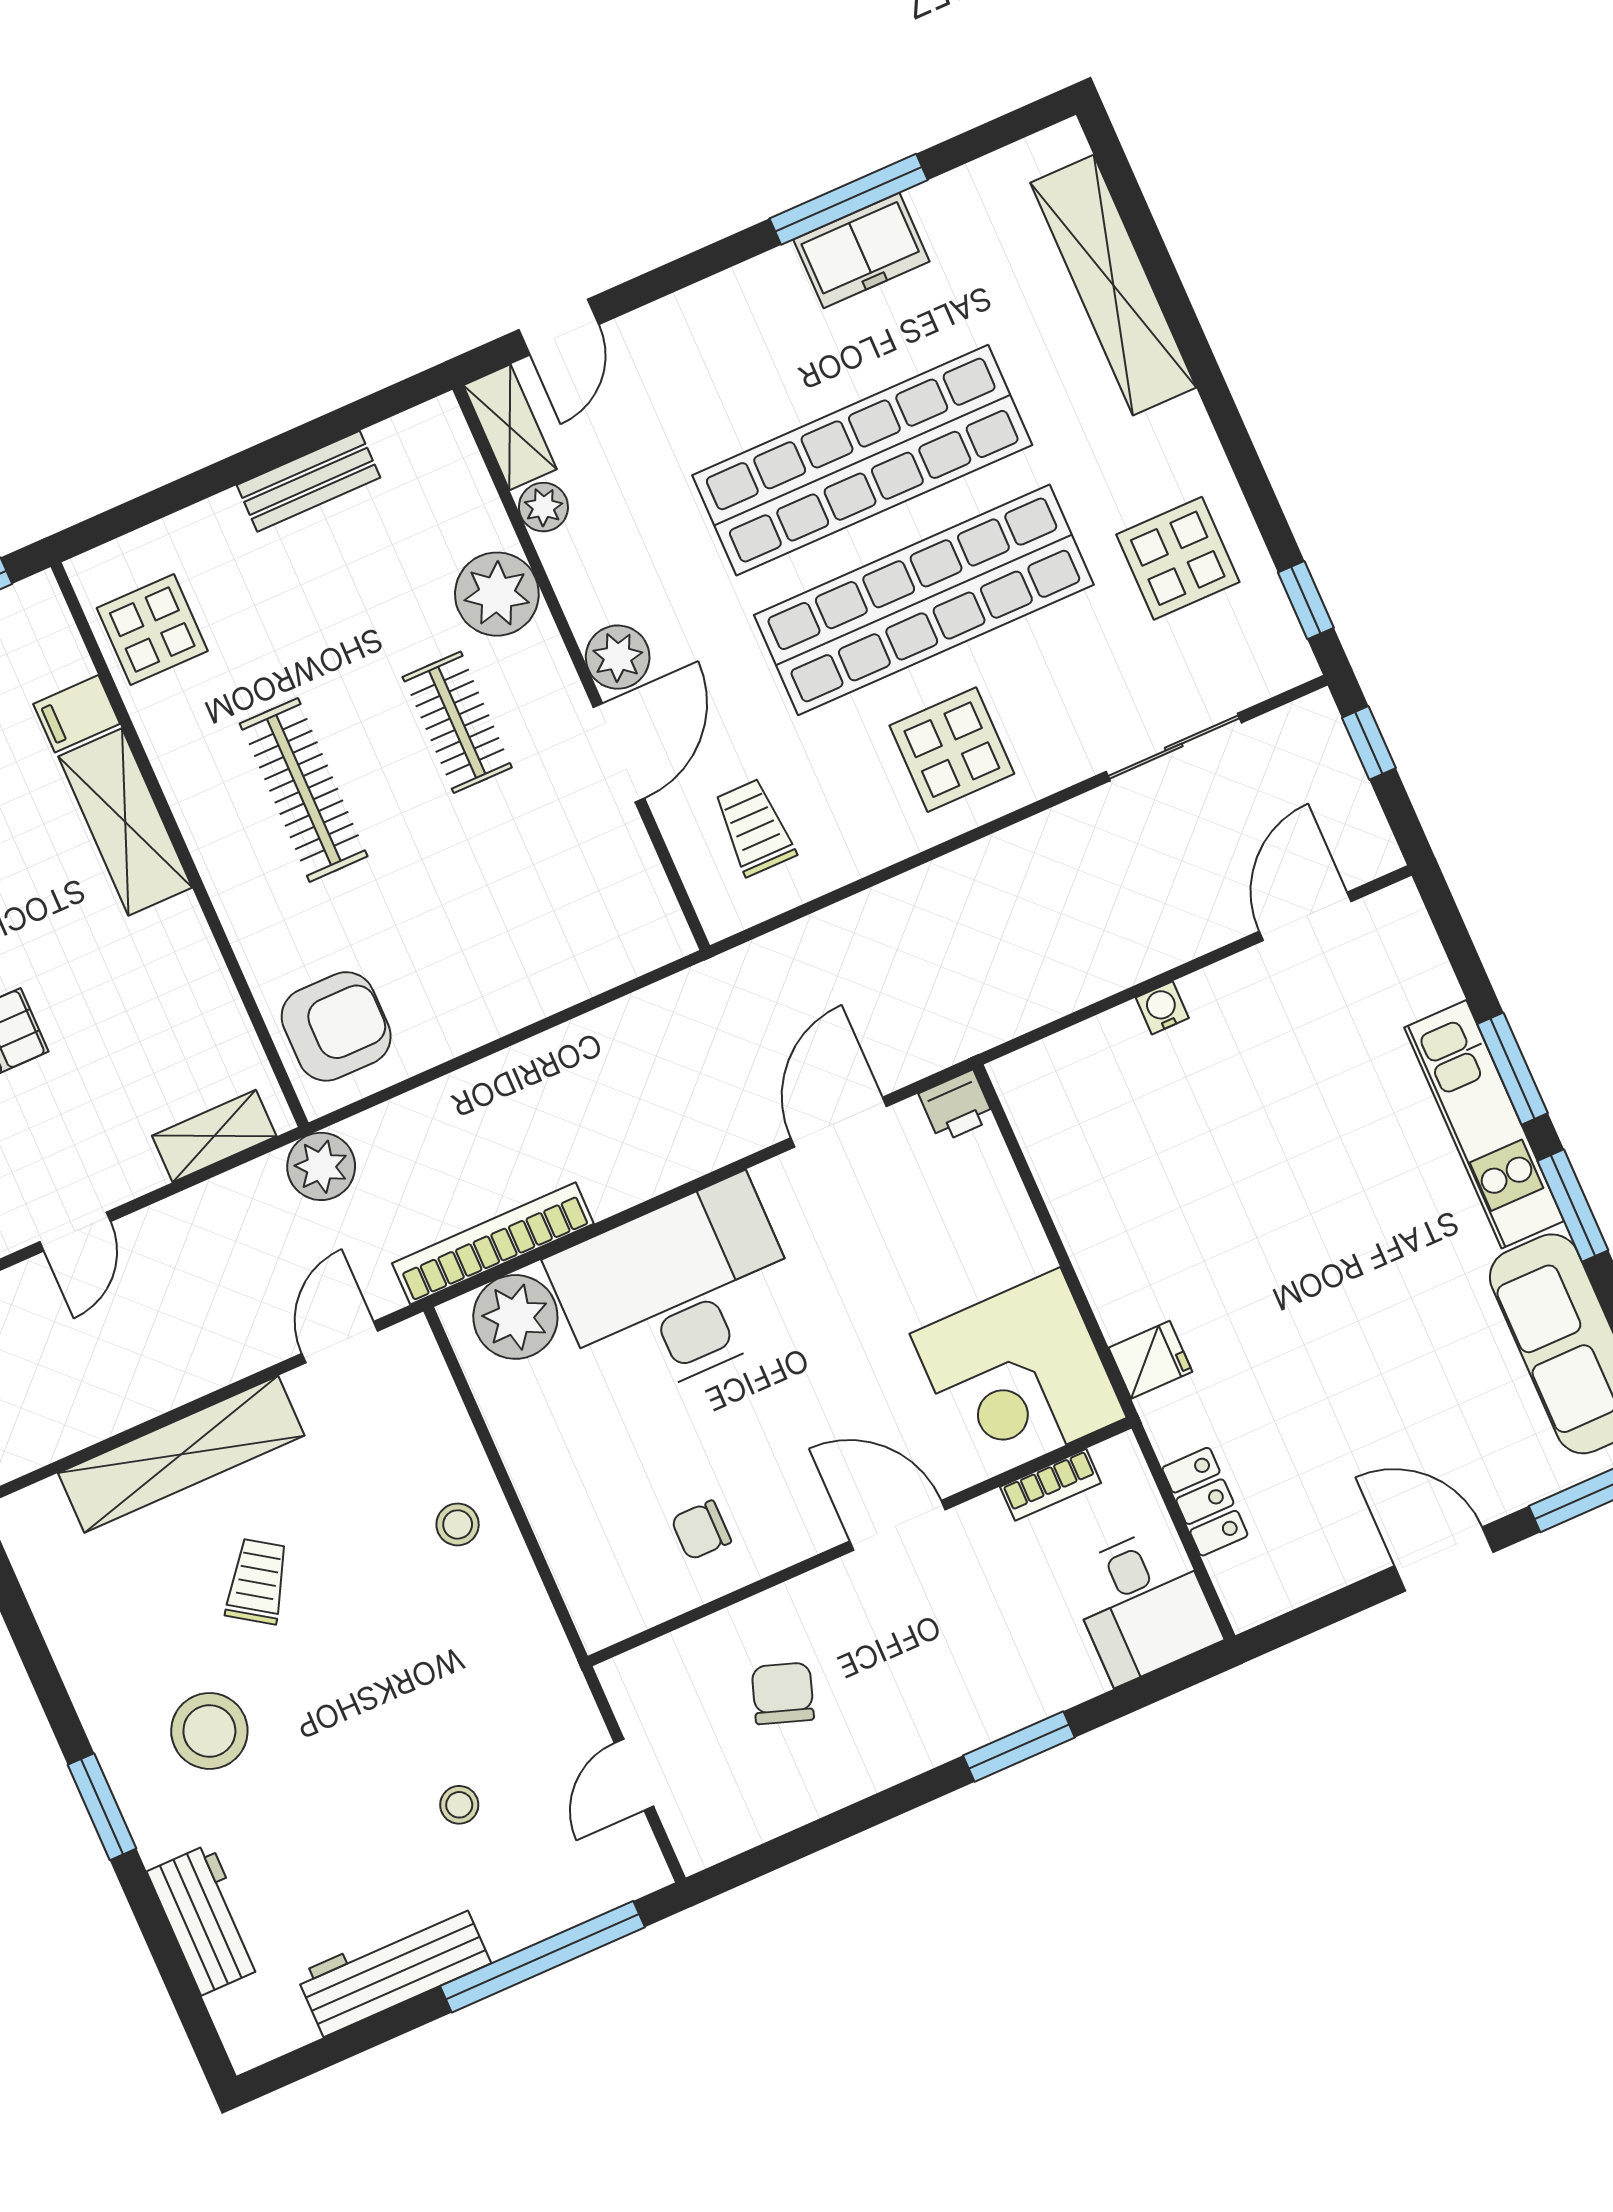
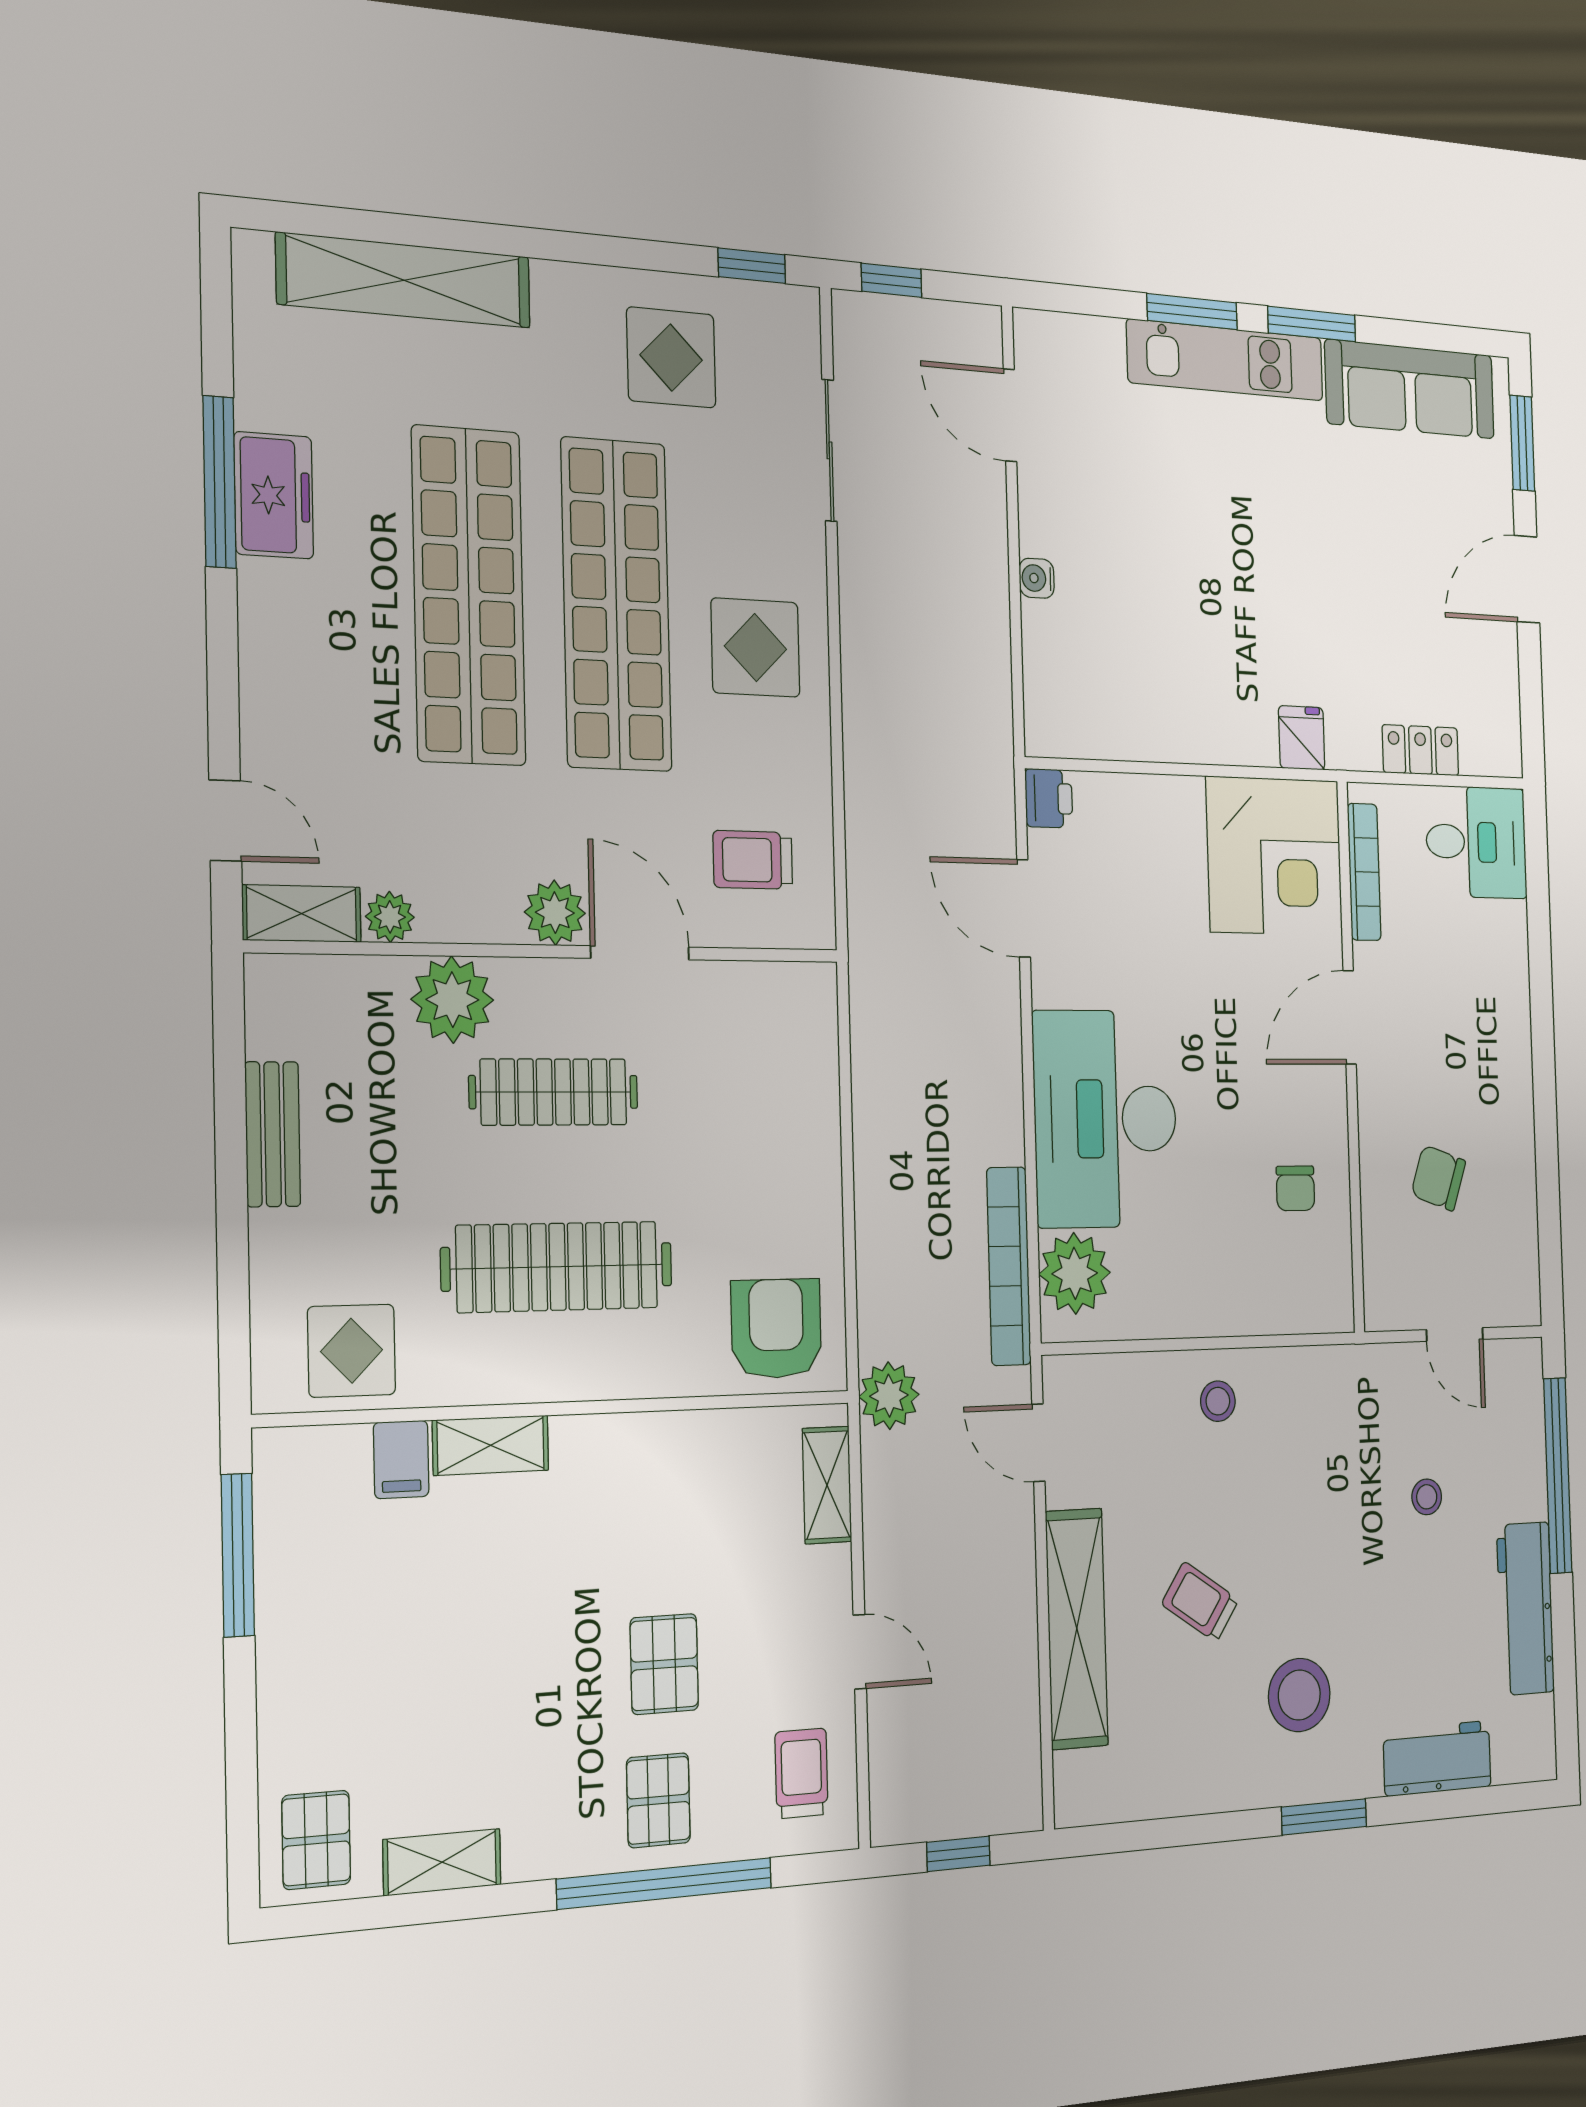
clothes rail: (457, 722) -> (554, 1092), width x1.36
clothes rail: (304, 790) -> (557, 1267), width x1.37, depth x1.31
shelving: (125, 822) -> (491, 1445), width x0.67, depth x0.75
bookcase: (1051, 1485) -> (1364, 872), width x1.56
window: (1019, 1746) -> (1541, 999), removed

